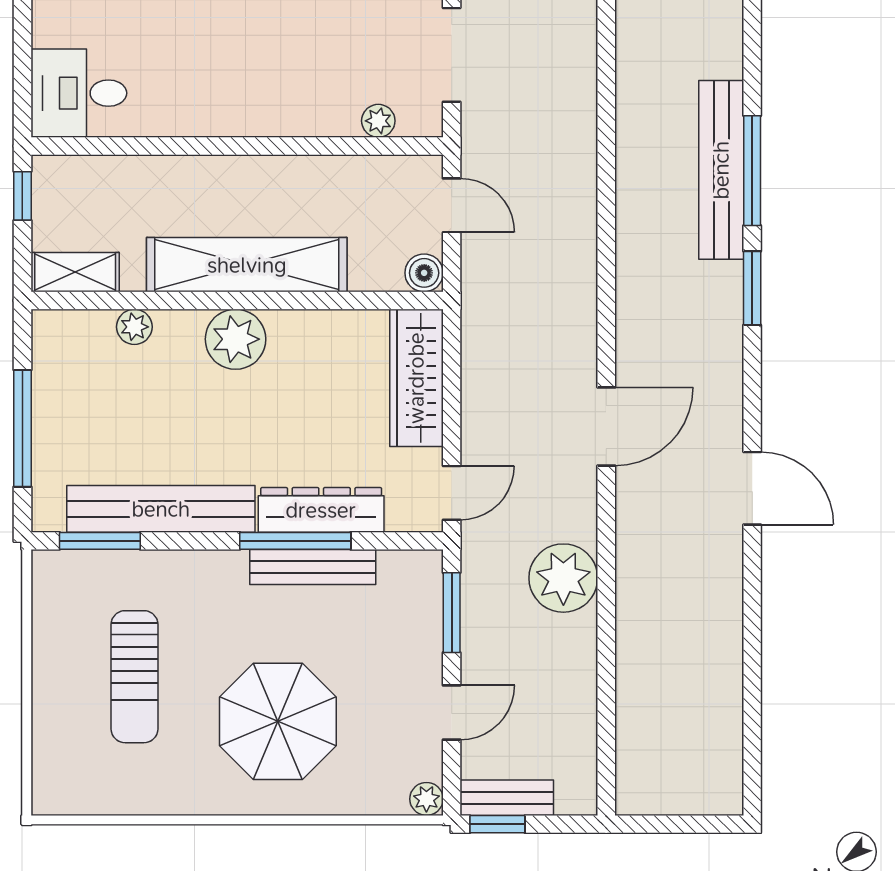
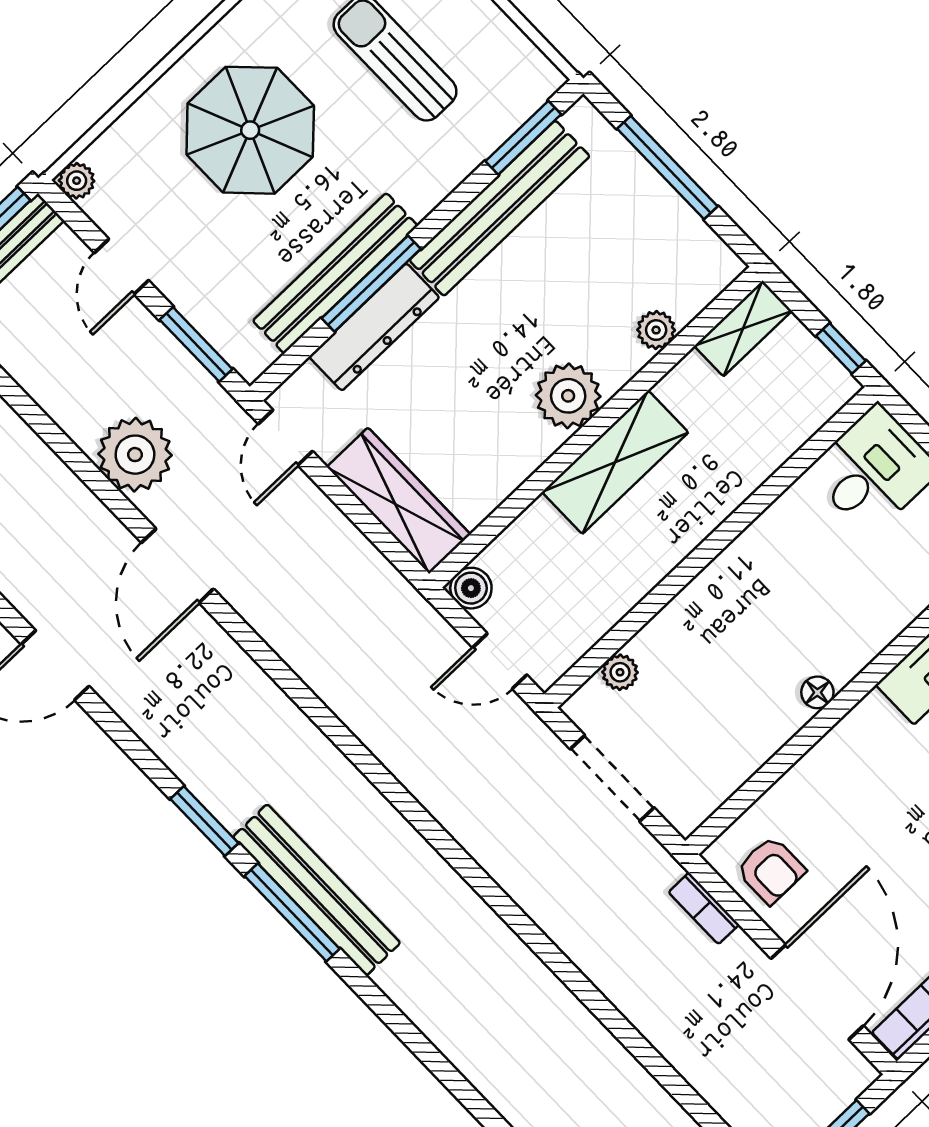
shelving: (247, 265) -> (615, 462), width x0.68
door: (606, 426) -> (178, 566), moved
bench: (313, 567) -> (335, 273), width x1.37, depth x1.21

